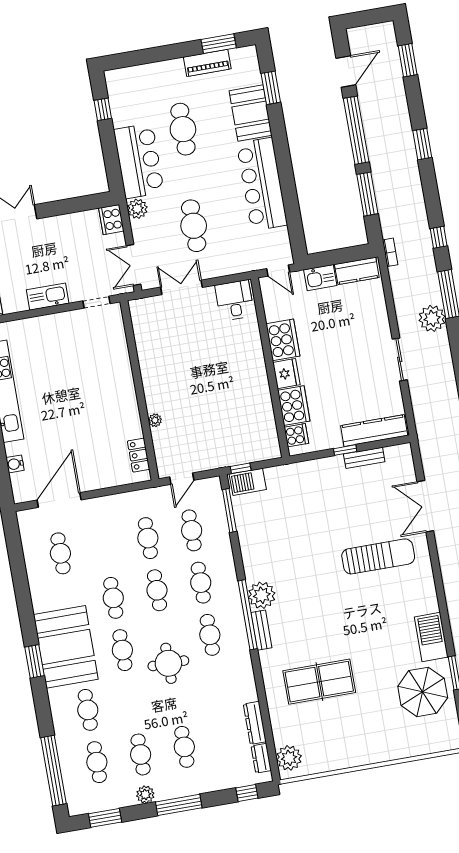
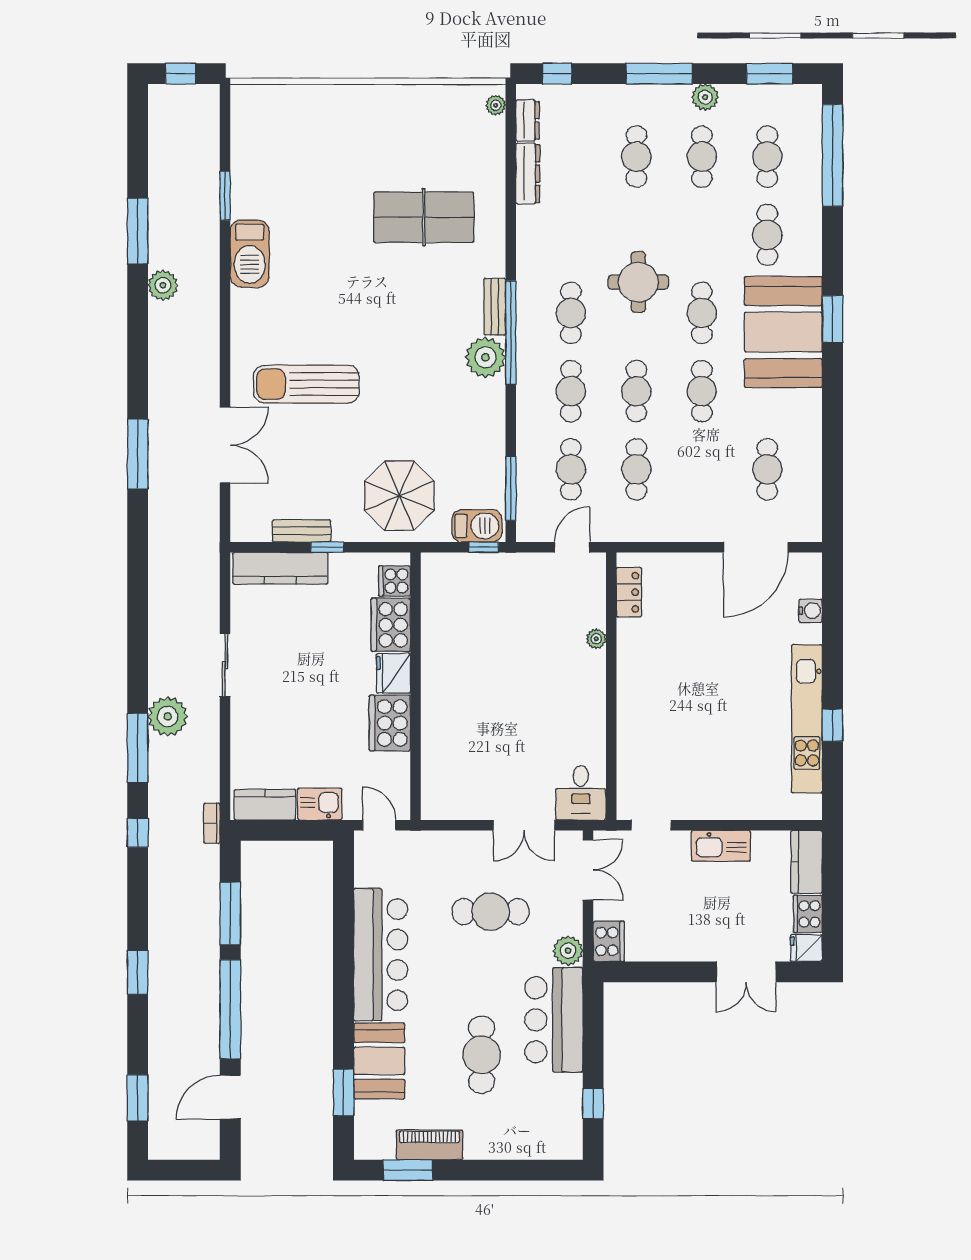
cafe table: (194, 226) -> (491, 912), turned 90
desk: (235, 300) -> (581, 793), moved
parasol: (423, 692) -> (399, 496), moved
plant: (289, 758) -> (496, 105), width x0.53, depth x0.53

